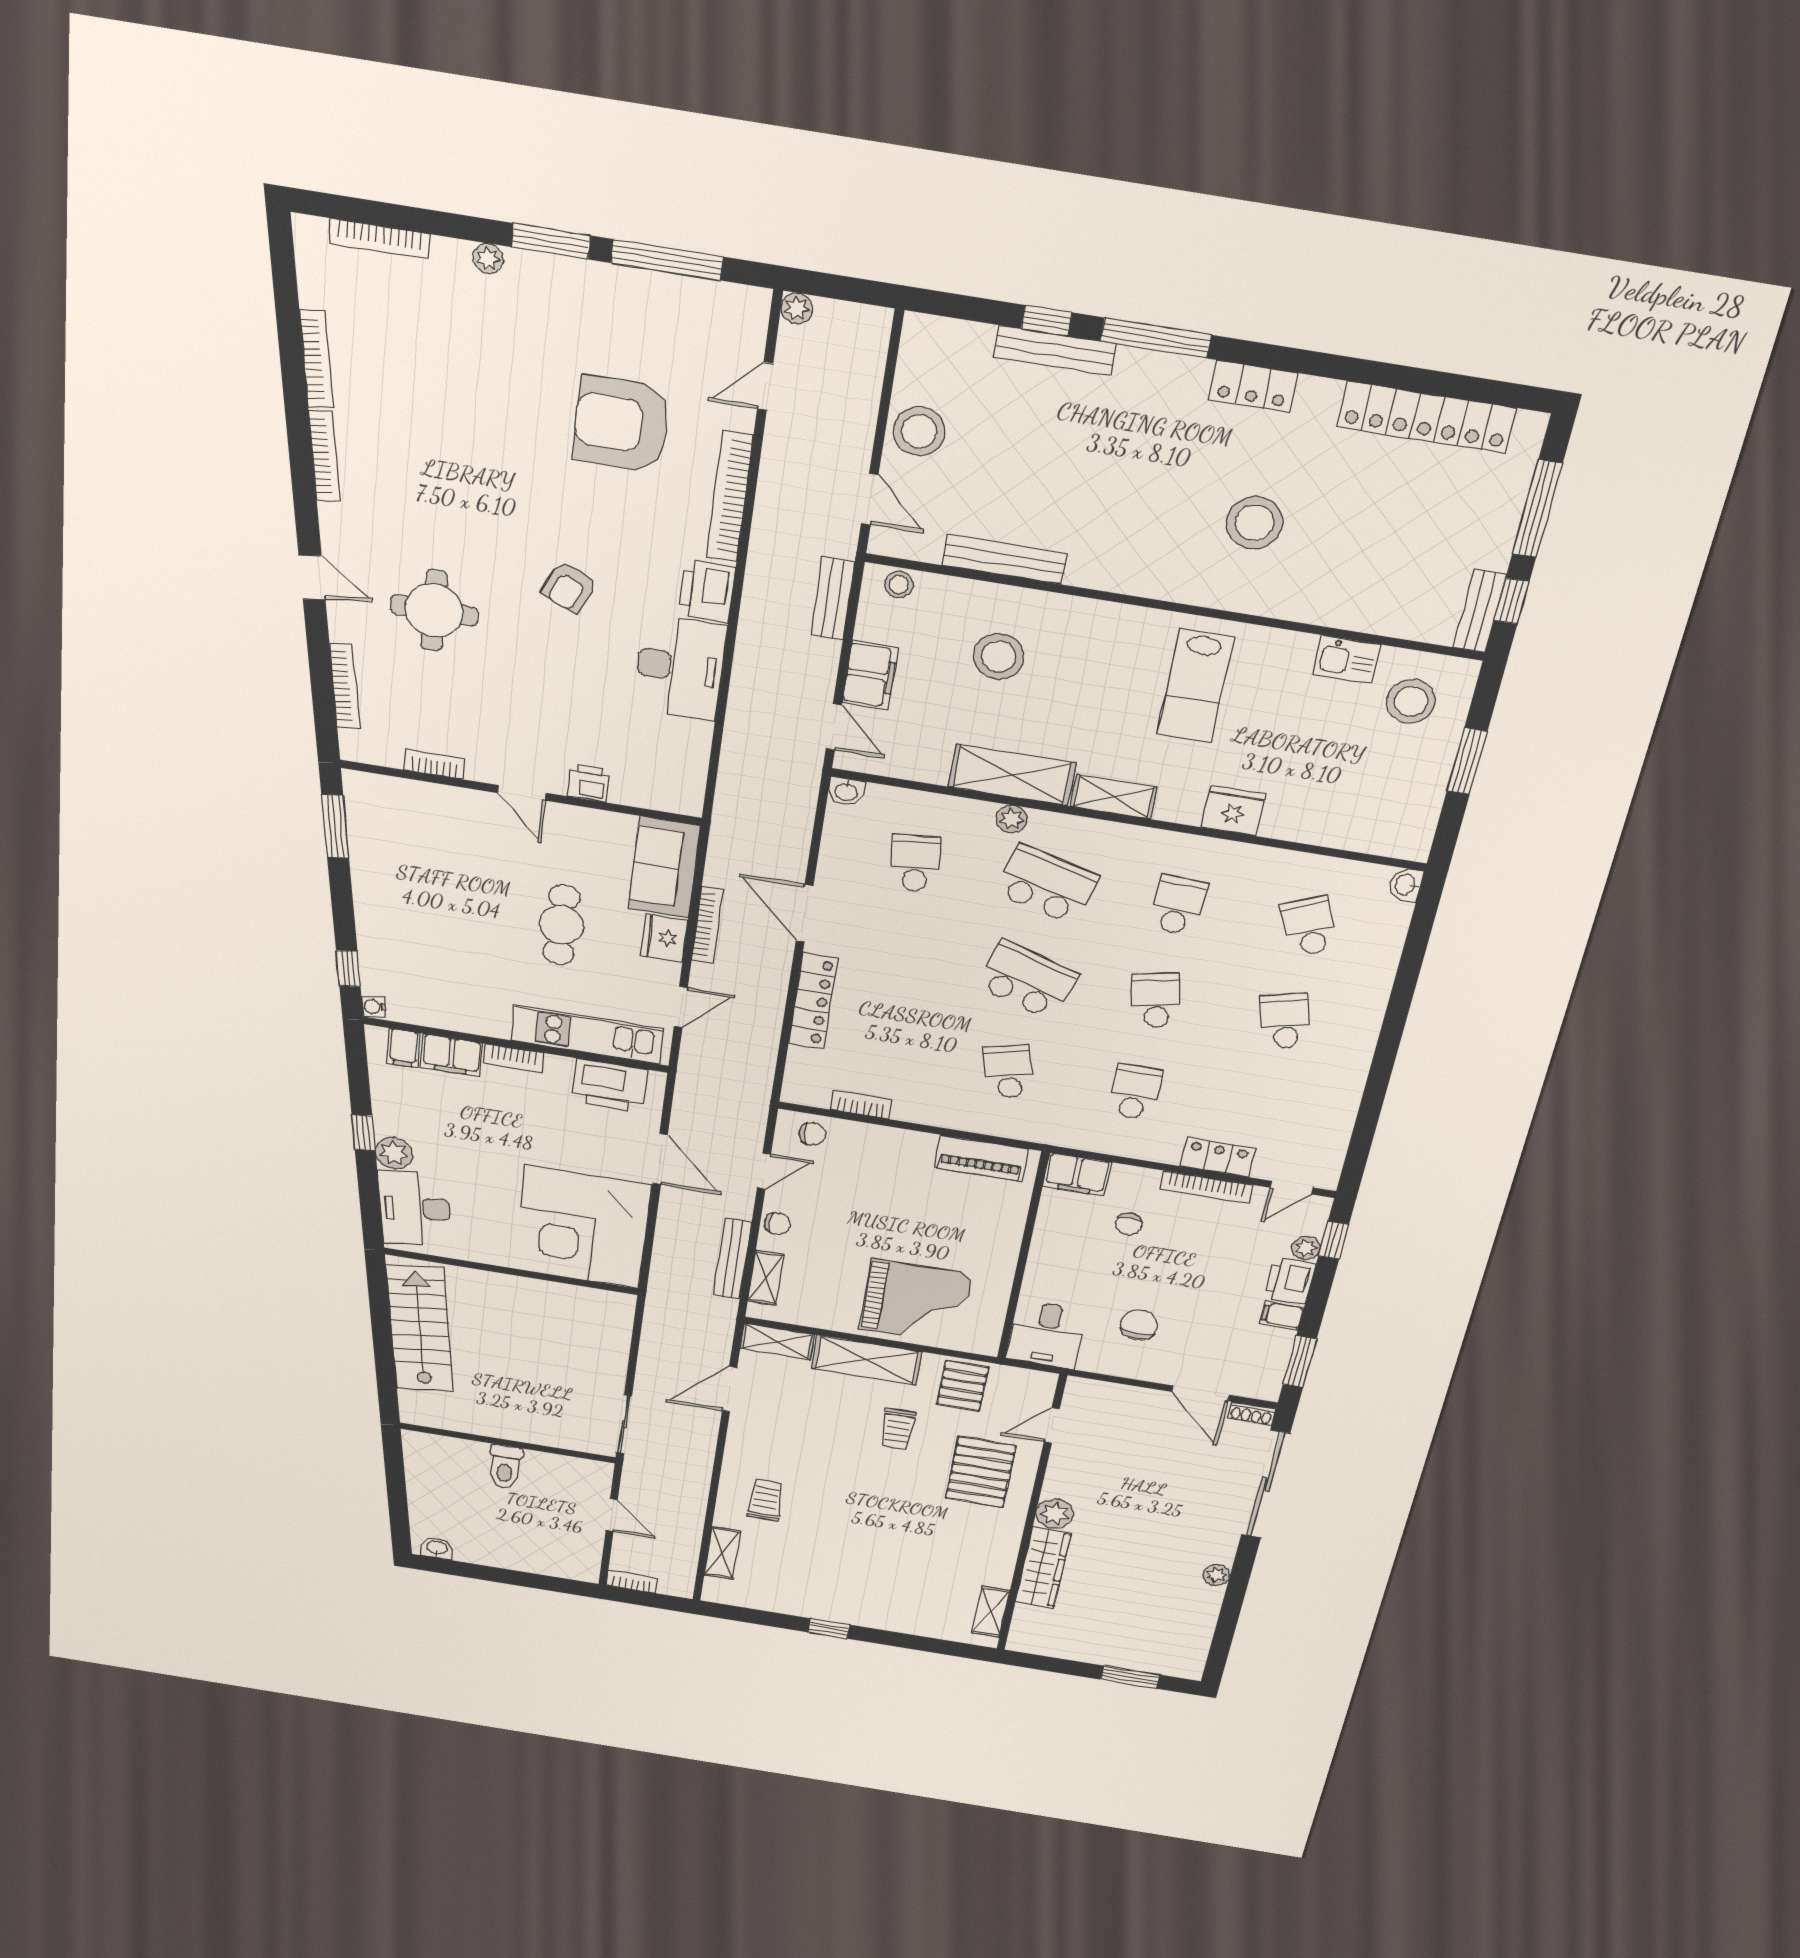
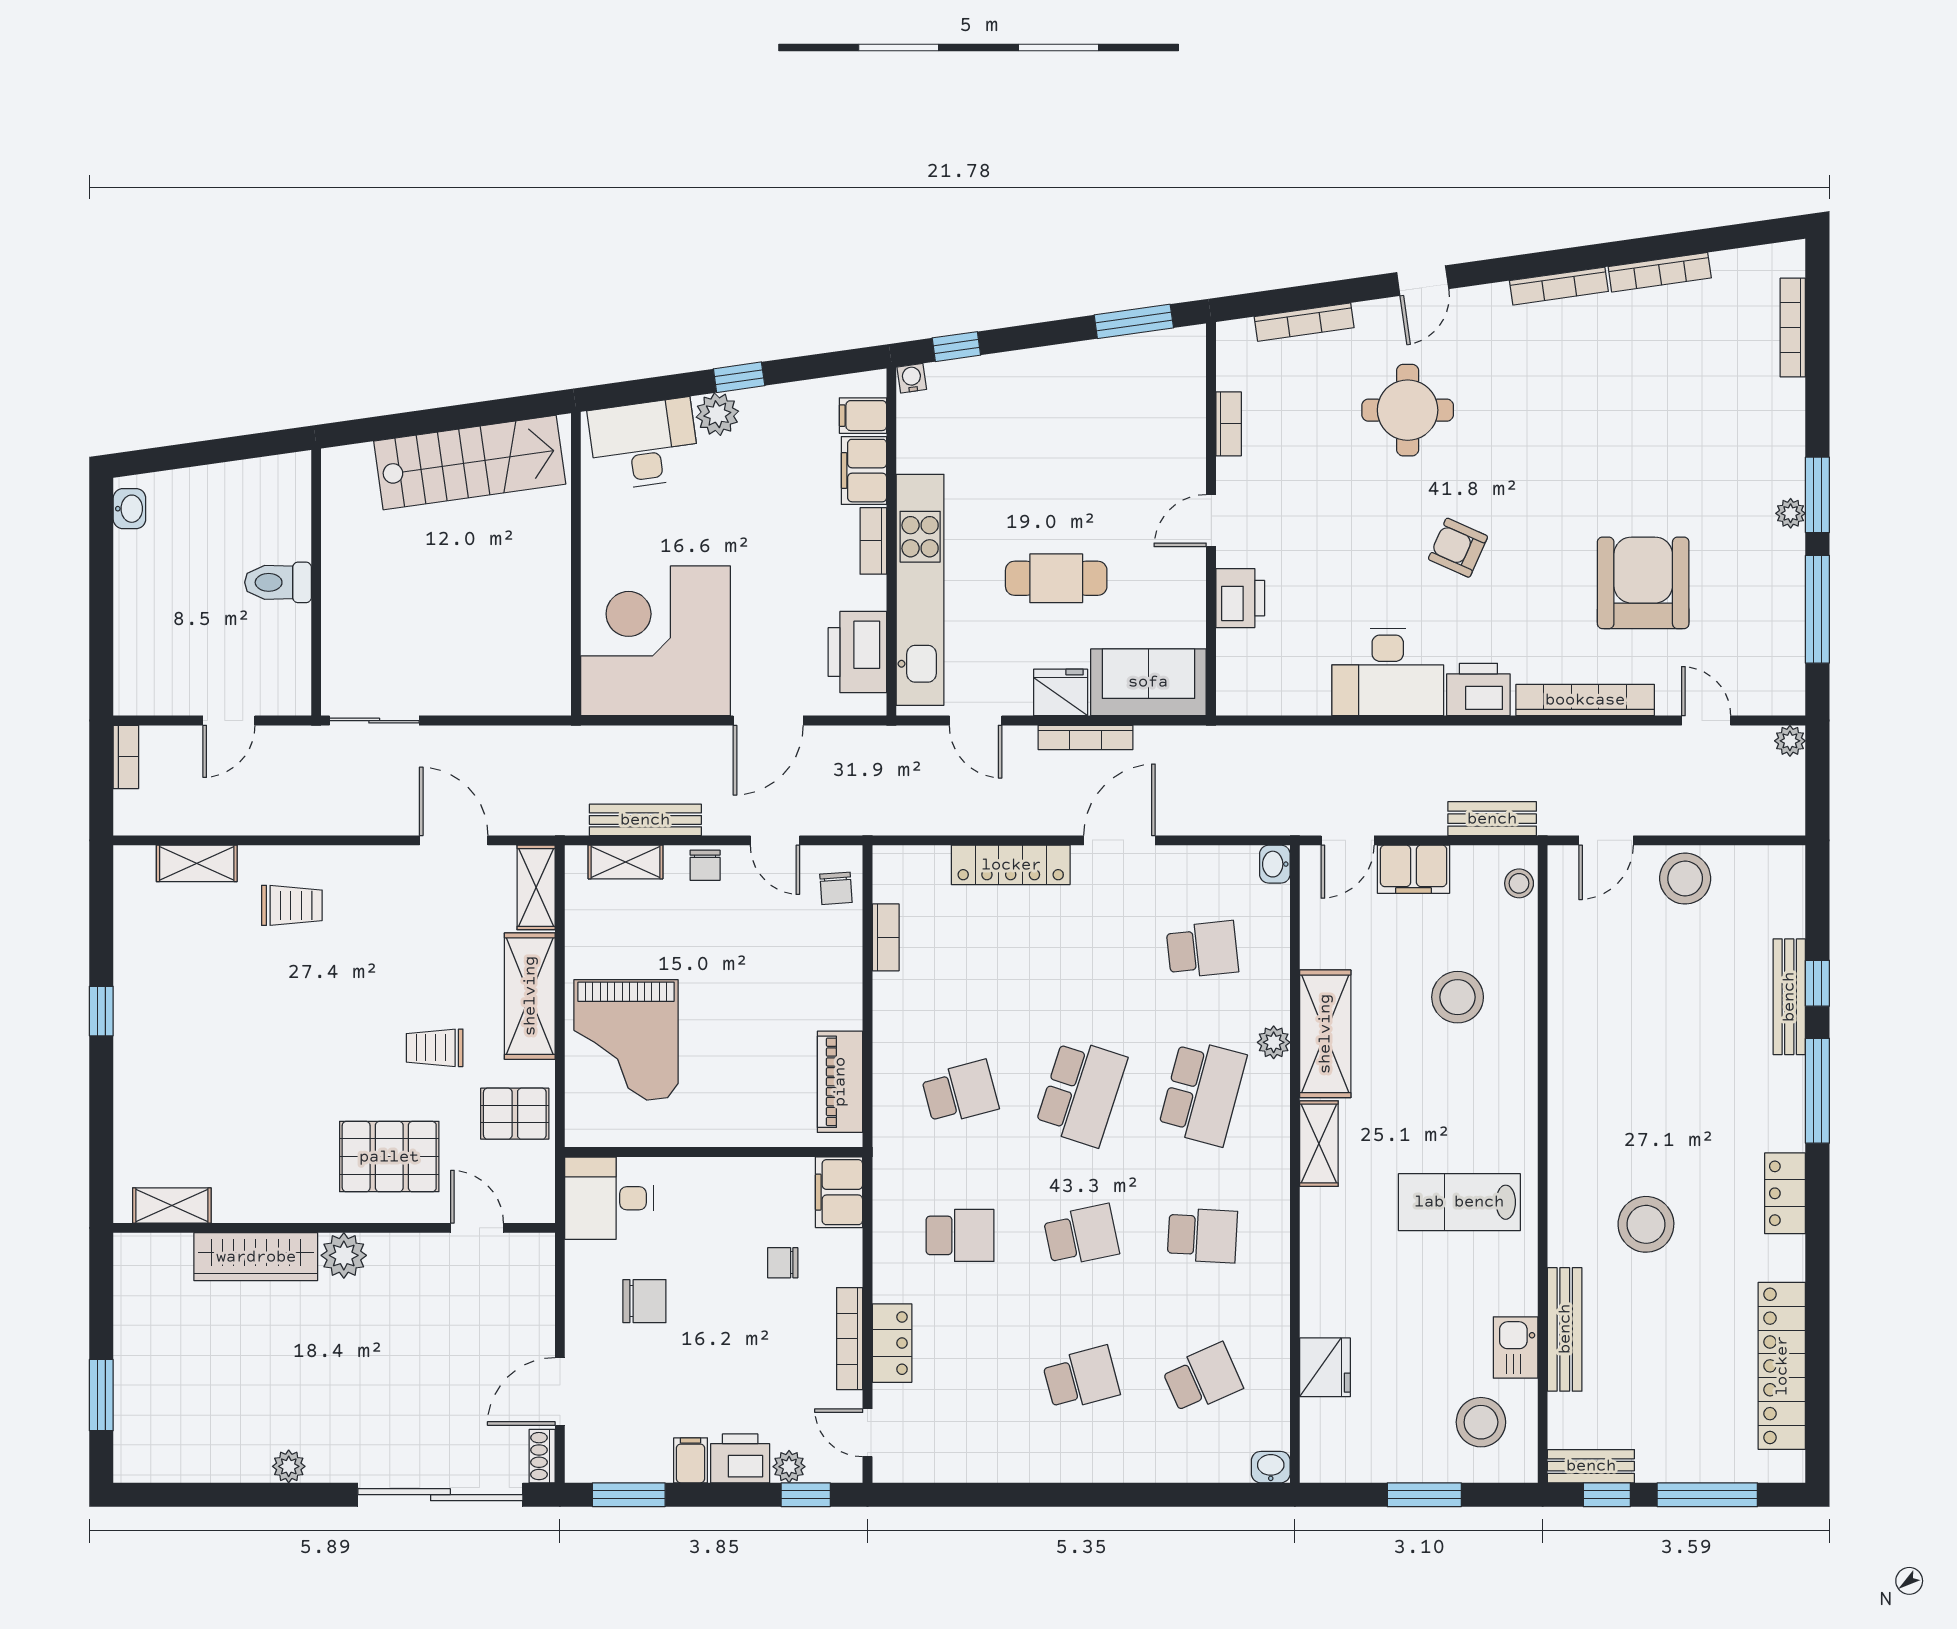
plant: (488, 258) -> (1791, 513), moved
bench: (1004, 559) -> (1565, 1329), moved
printer: (588, 783) -> (1240, 598), width x1.36, depth x1.24
fridge: (1233, 811) -> (1325, 1367), moved
kitchen unit: (587, 1035) -> (920, 590), width x1.36

